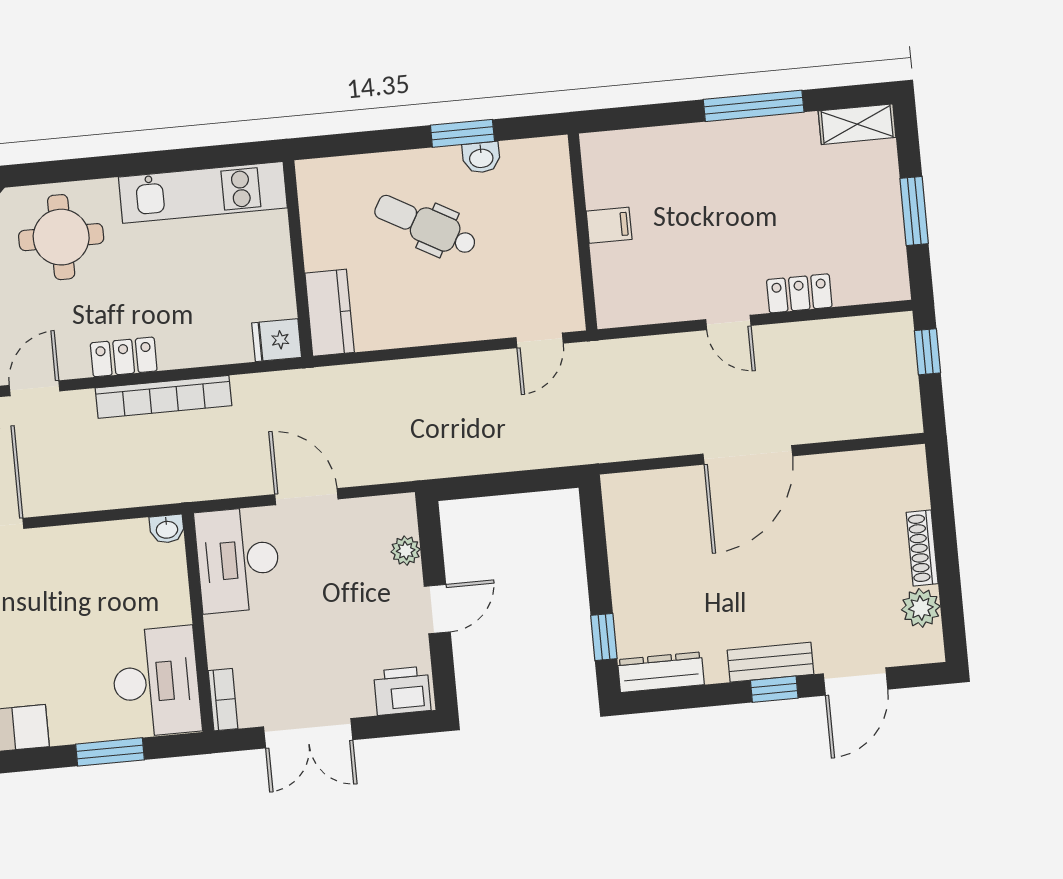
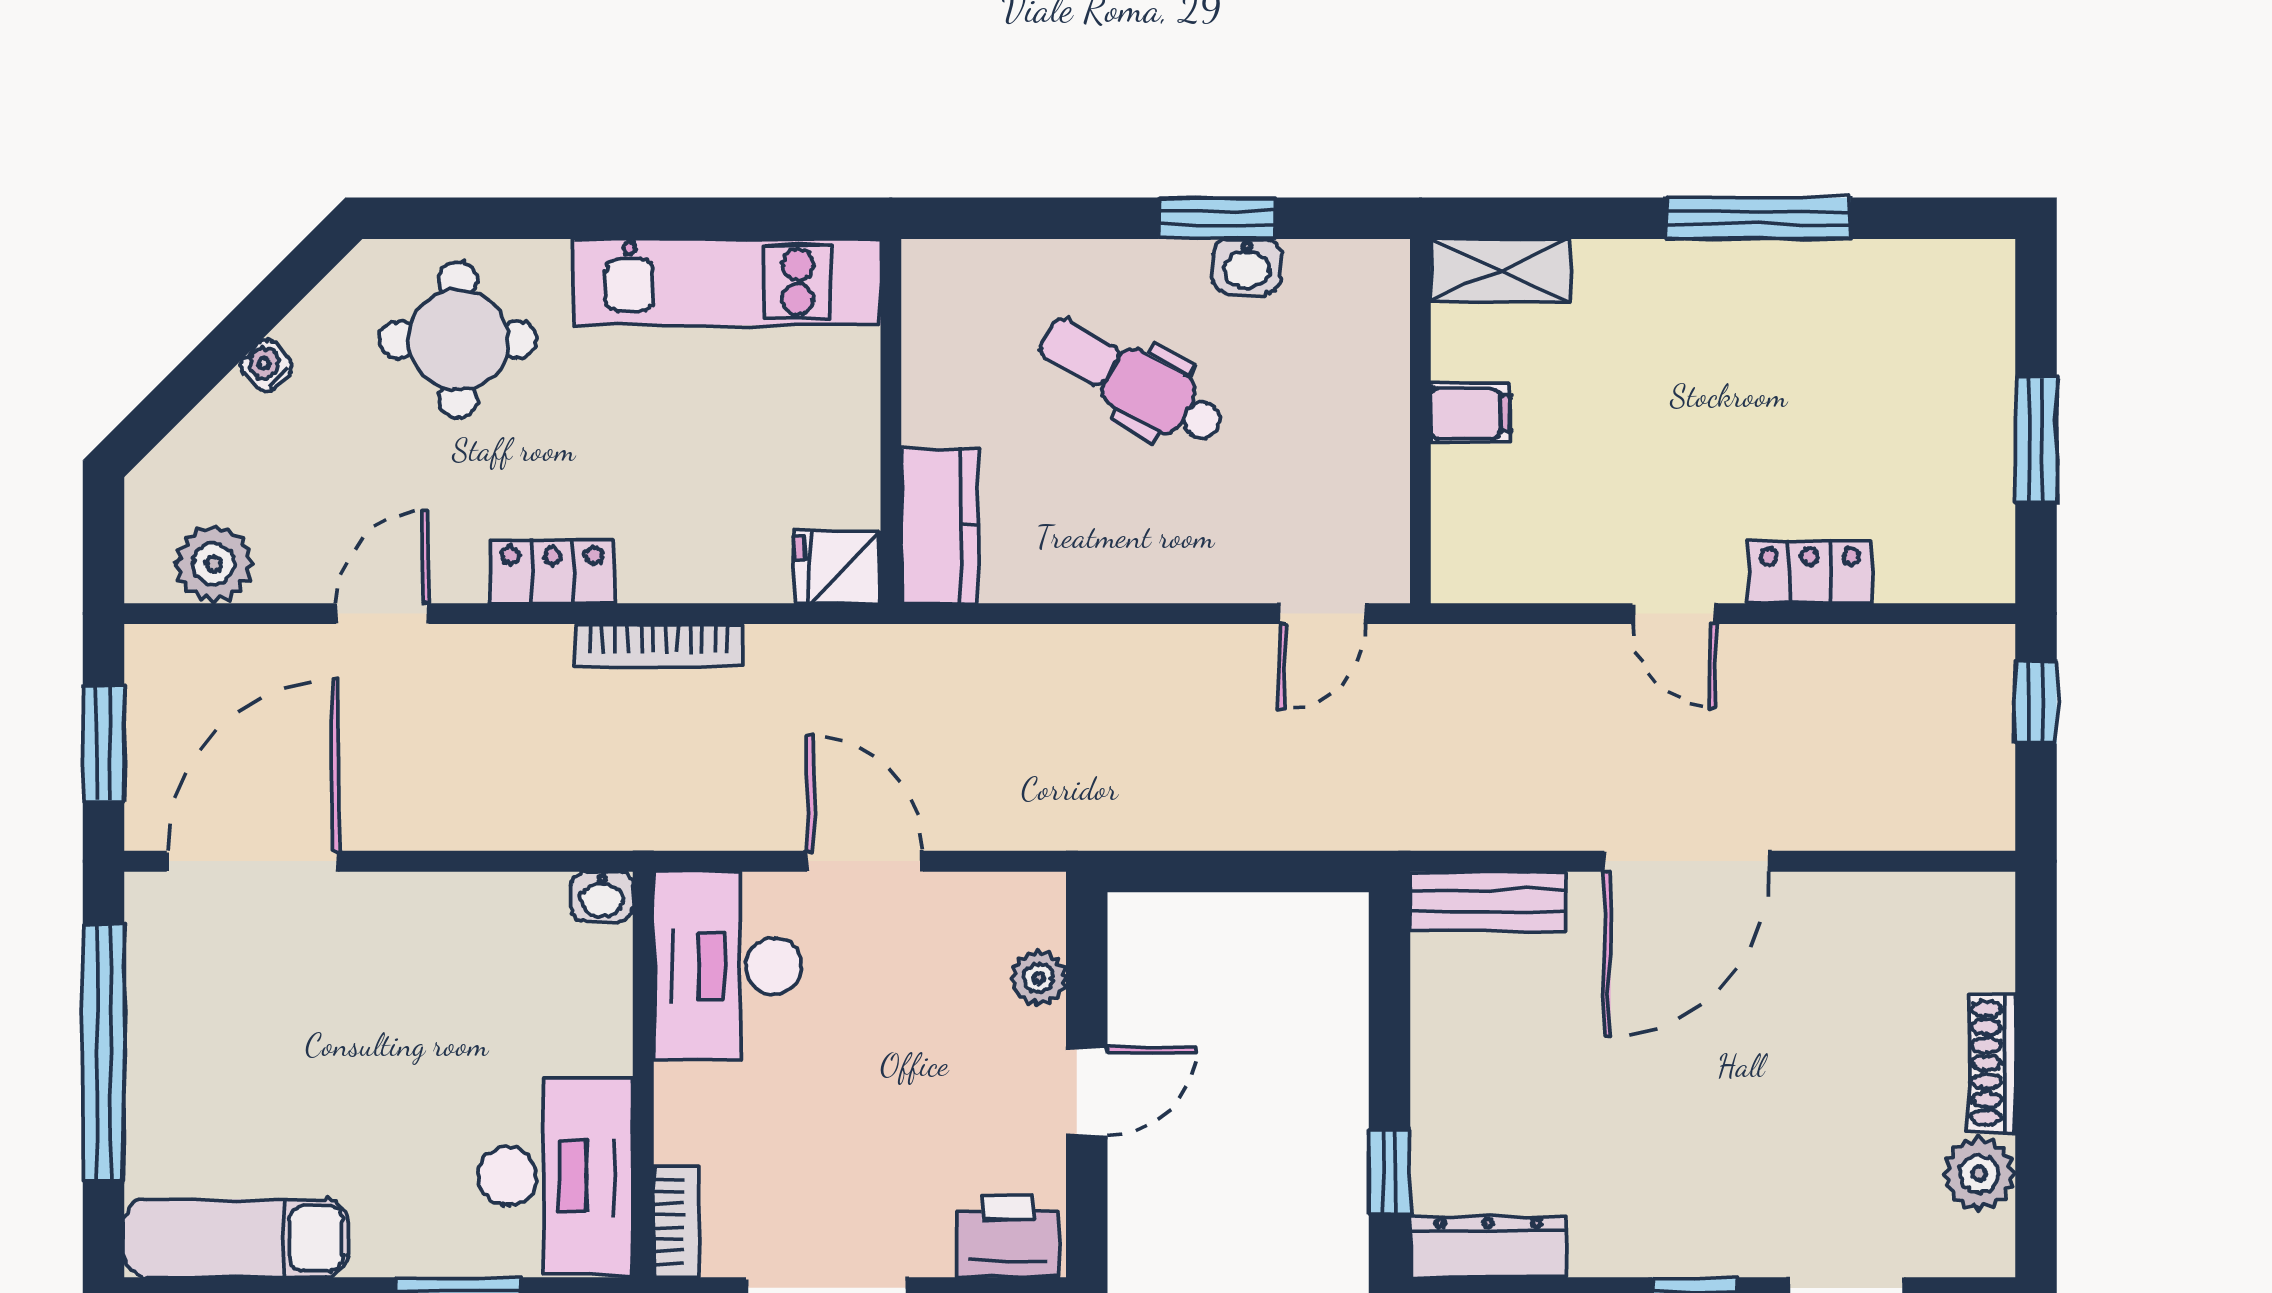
shelving: (857, 124) -> (1500, 270), moved
bookcase: (164, 397) -> (659, 645), width x0.68, depth x0.76
bench: (771, 662) -> (1488, 901), moved

